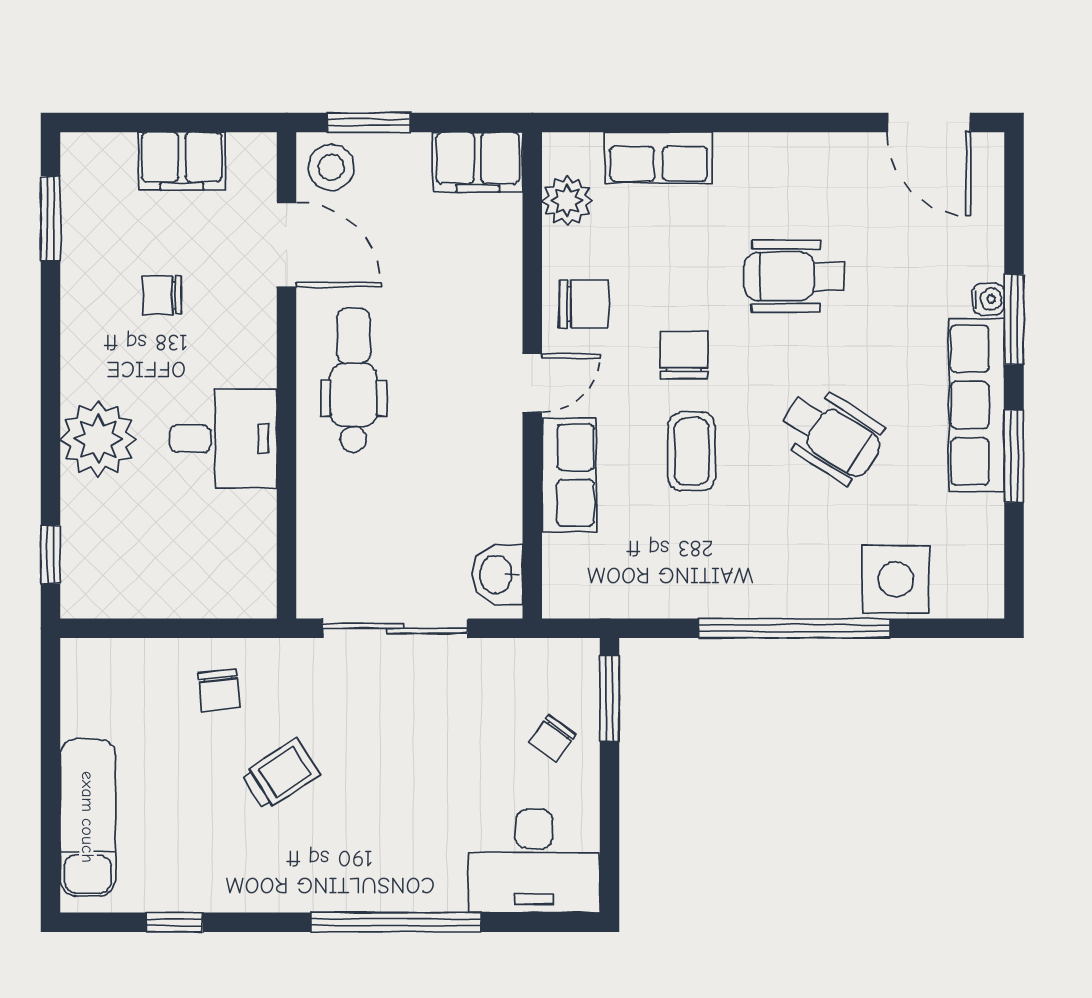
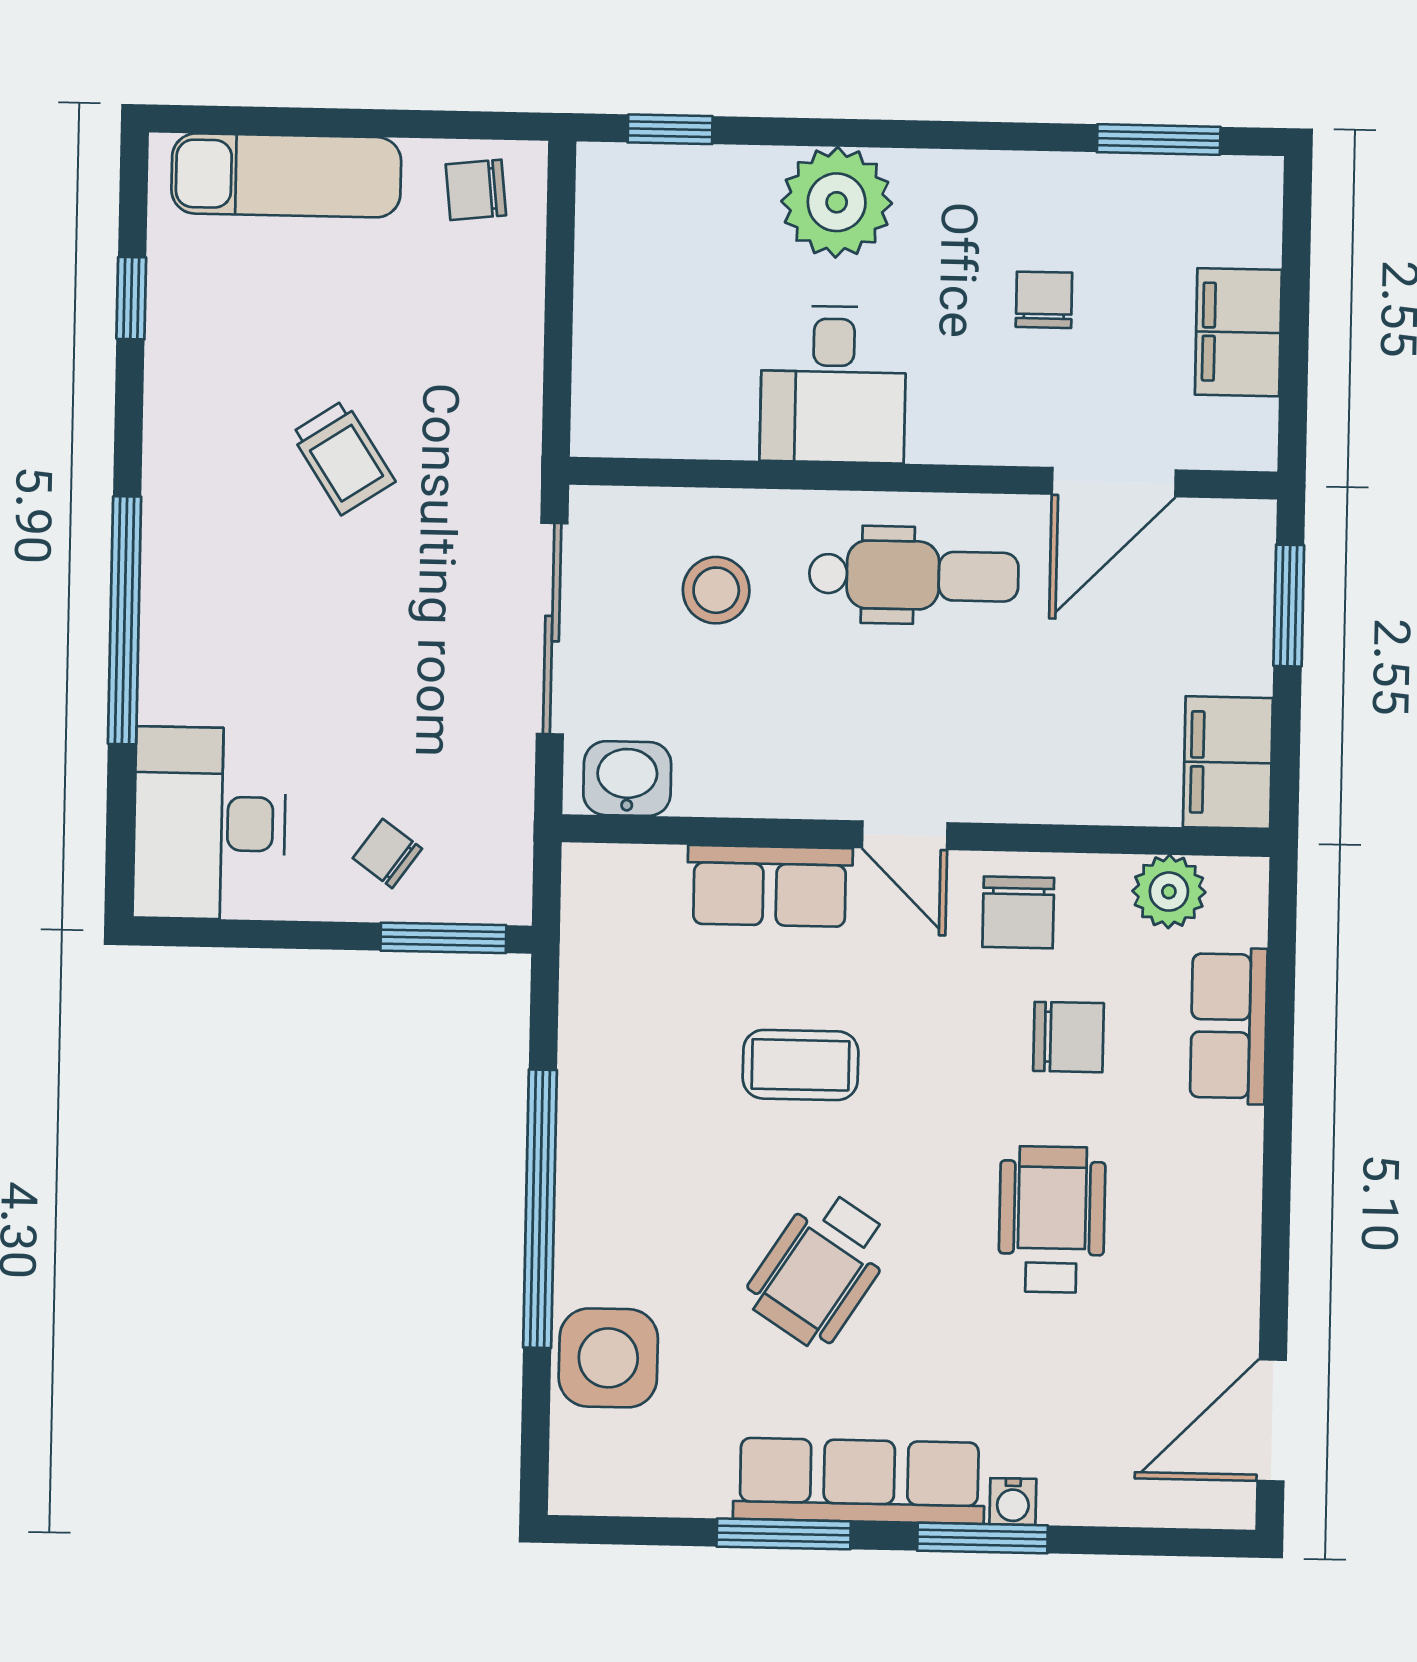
stool: (331, 167) -> (716, 590), moved
chair: (684, 355) -> (1069, 1037), moved
chair: (219, 690) -> (476, 190), moved

